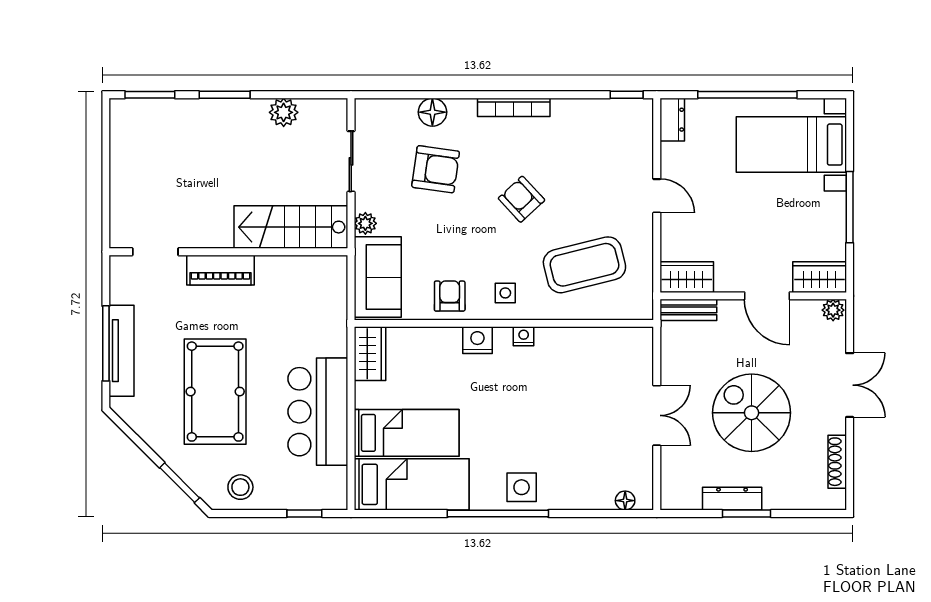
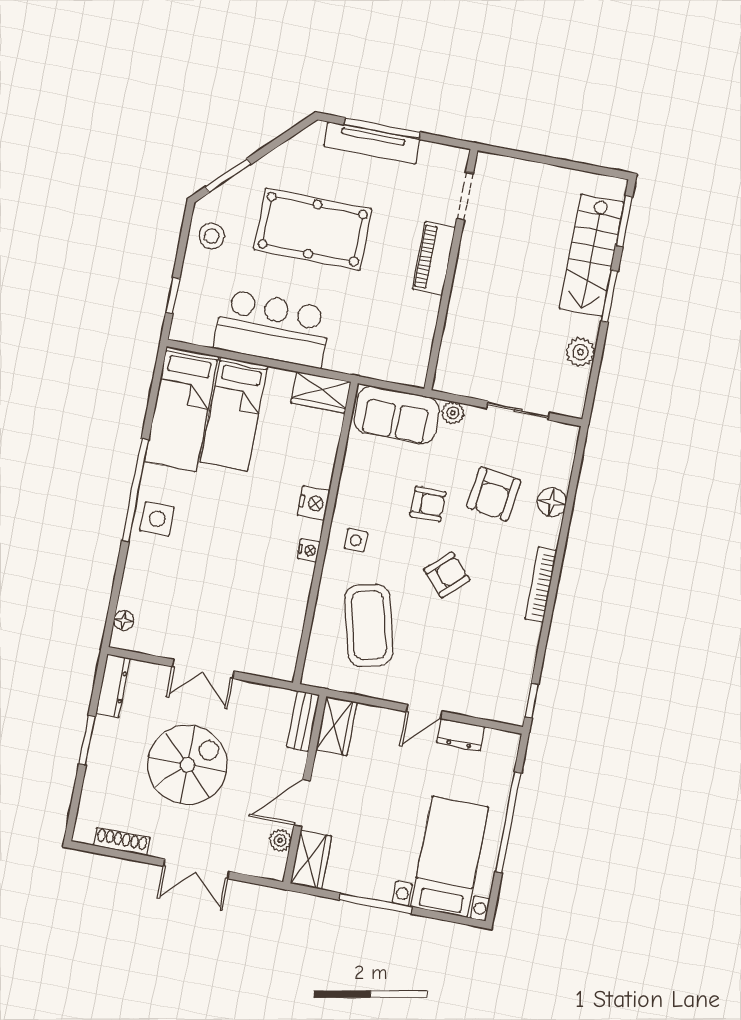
dresser: (672, 120) -> (461, 735), moved
stairs: (291, 227) -> (592, 256), moved, turned 180
armchair: (450, 296) -> (428, 504), moved
plant: (833, 310) -> (280, 840), moved
dresser: (732, 499) -> (113, 686), moved

